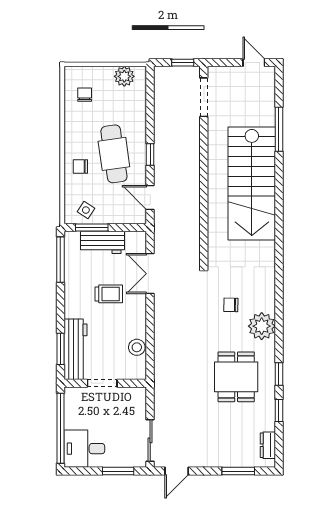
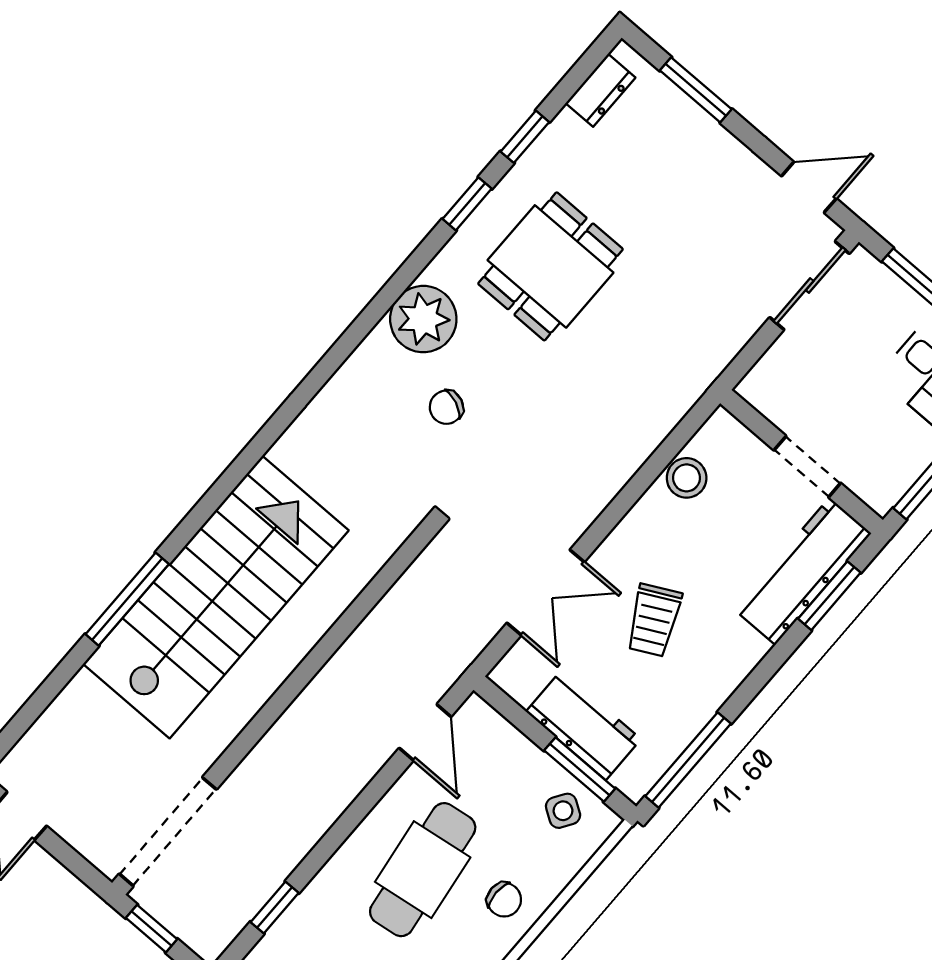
doorway: (204, 97) -> (168, 832), width x1.36
window: (279, 129) -> (127, 599), moved
window: (150, 154) -> (275, 908), moved
trolley: (109, 294) -> (654, 620), turned -117
chair: (231, 305) -> (446, 407), turned 112

